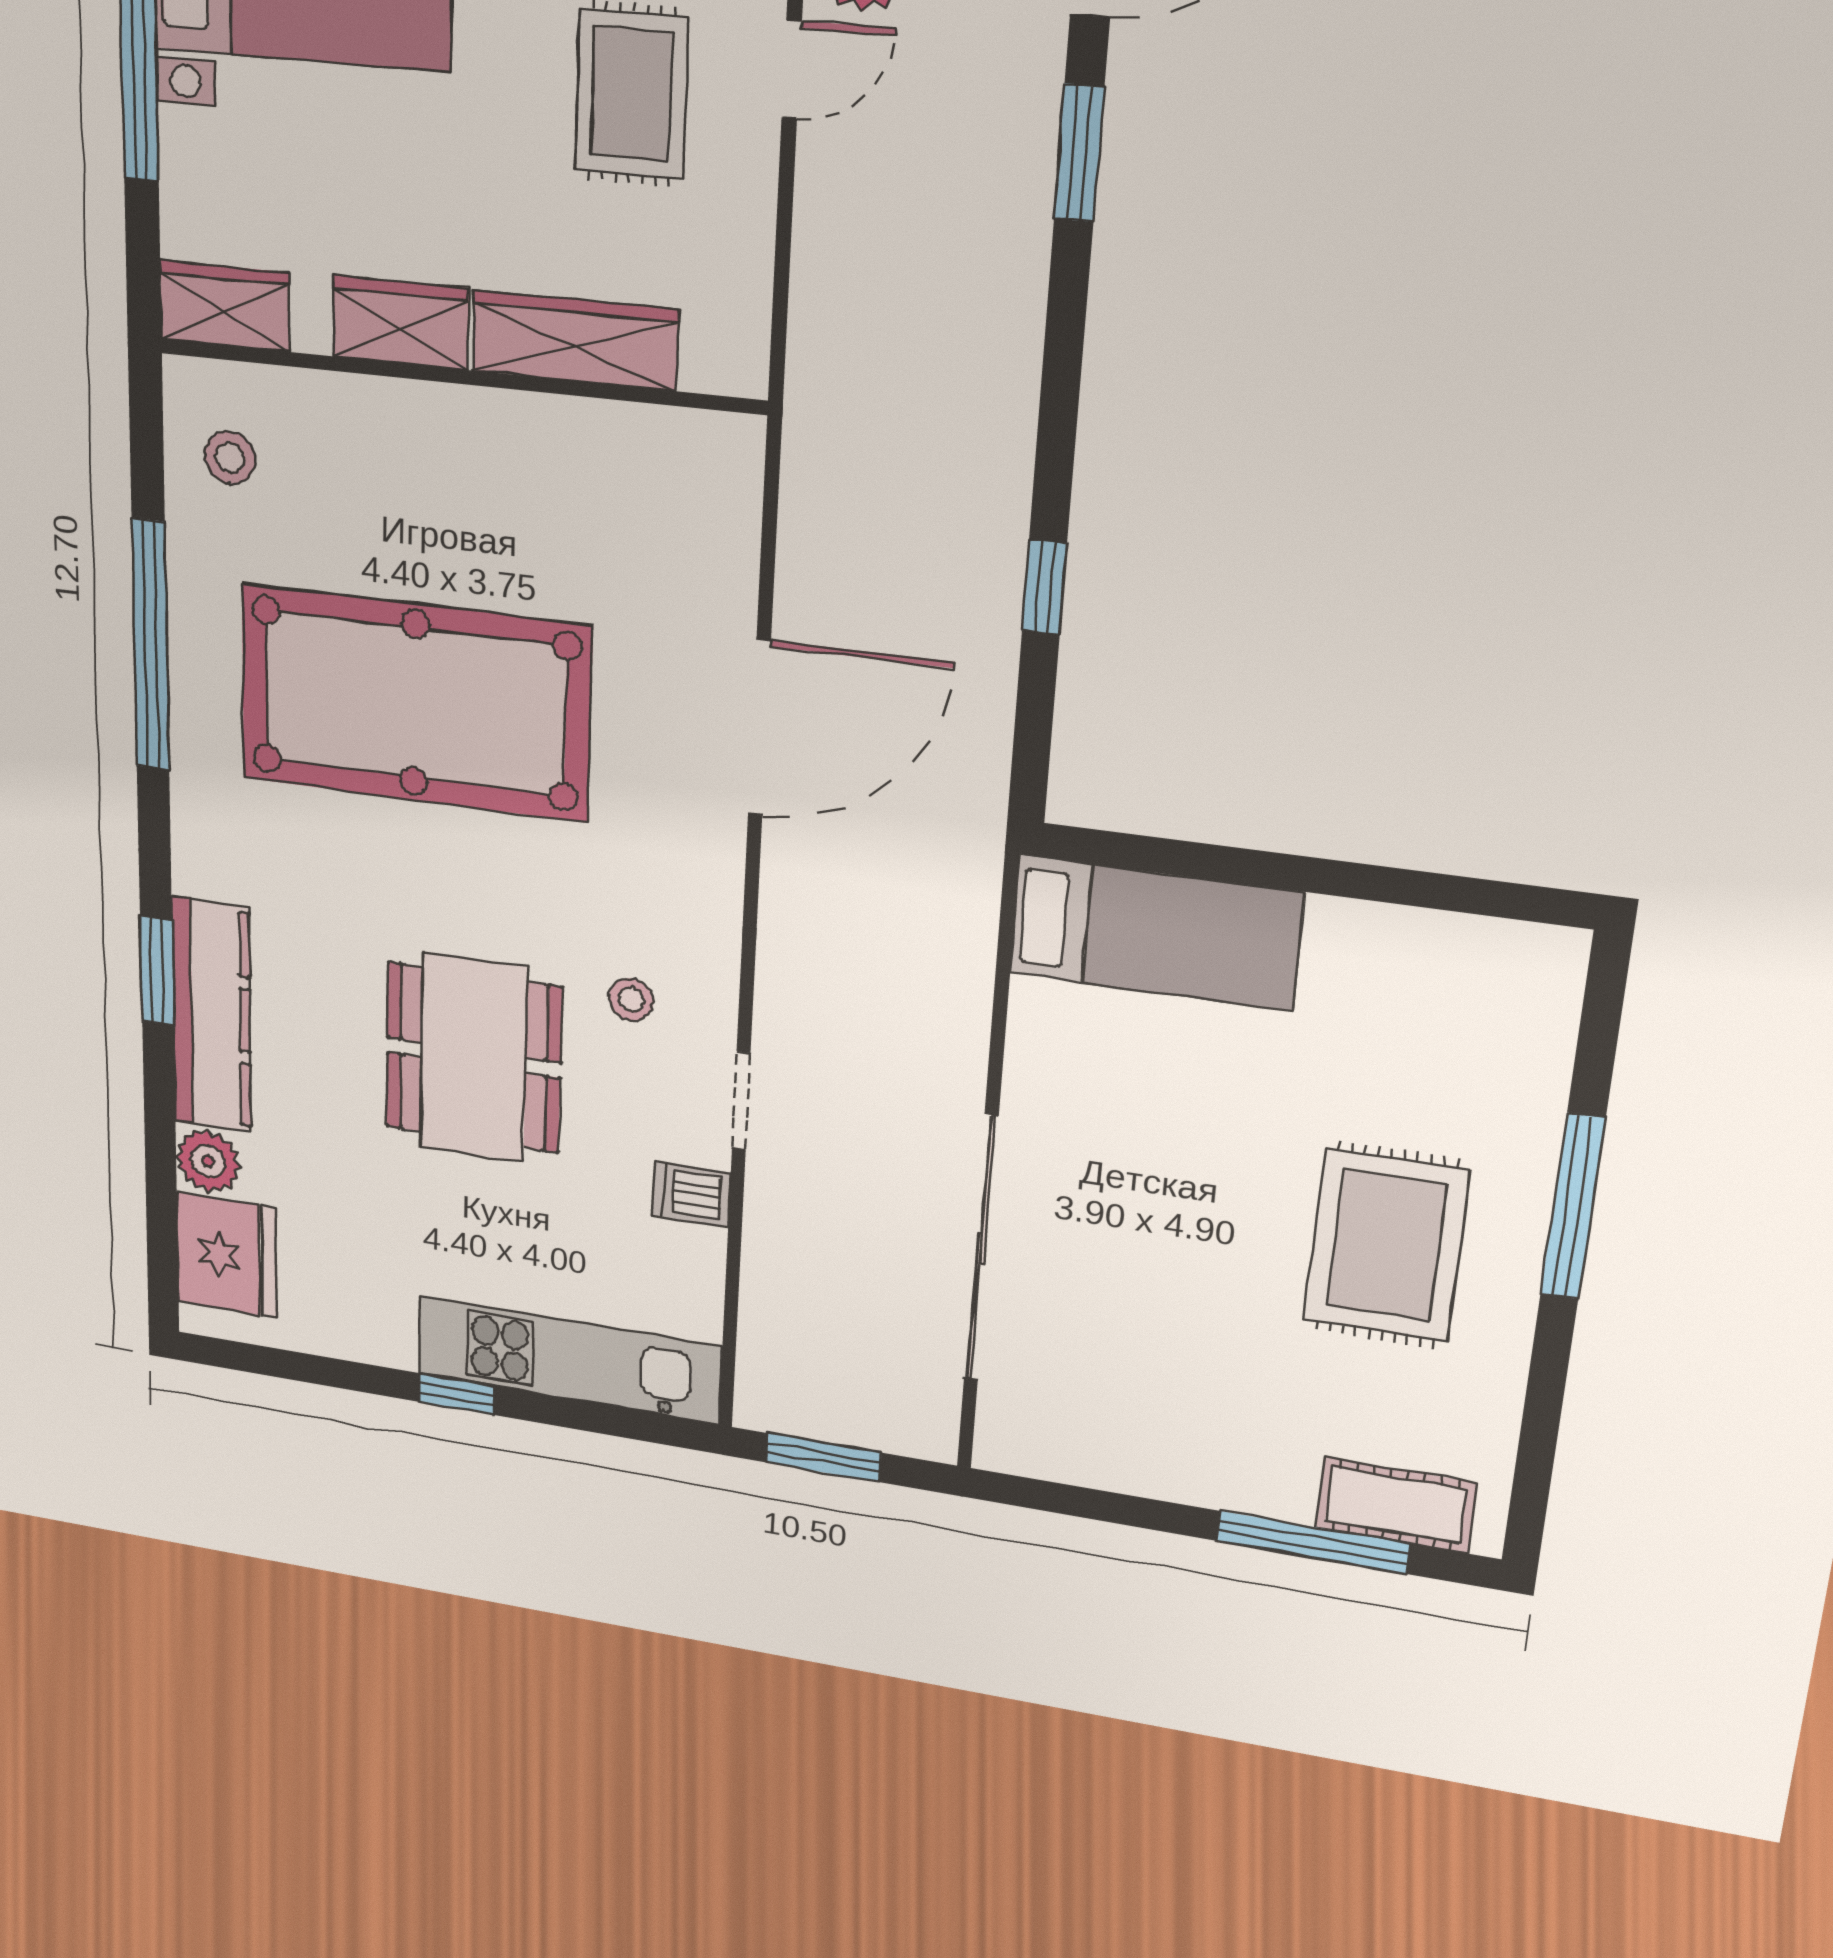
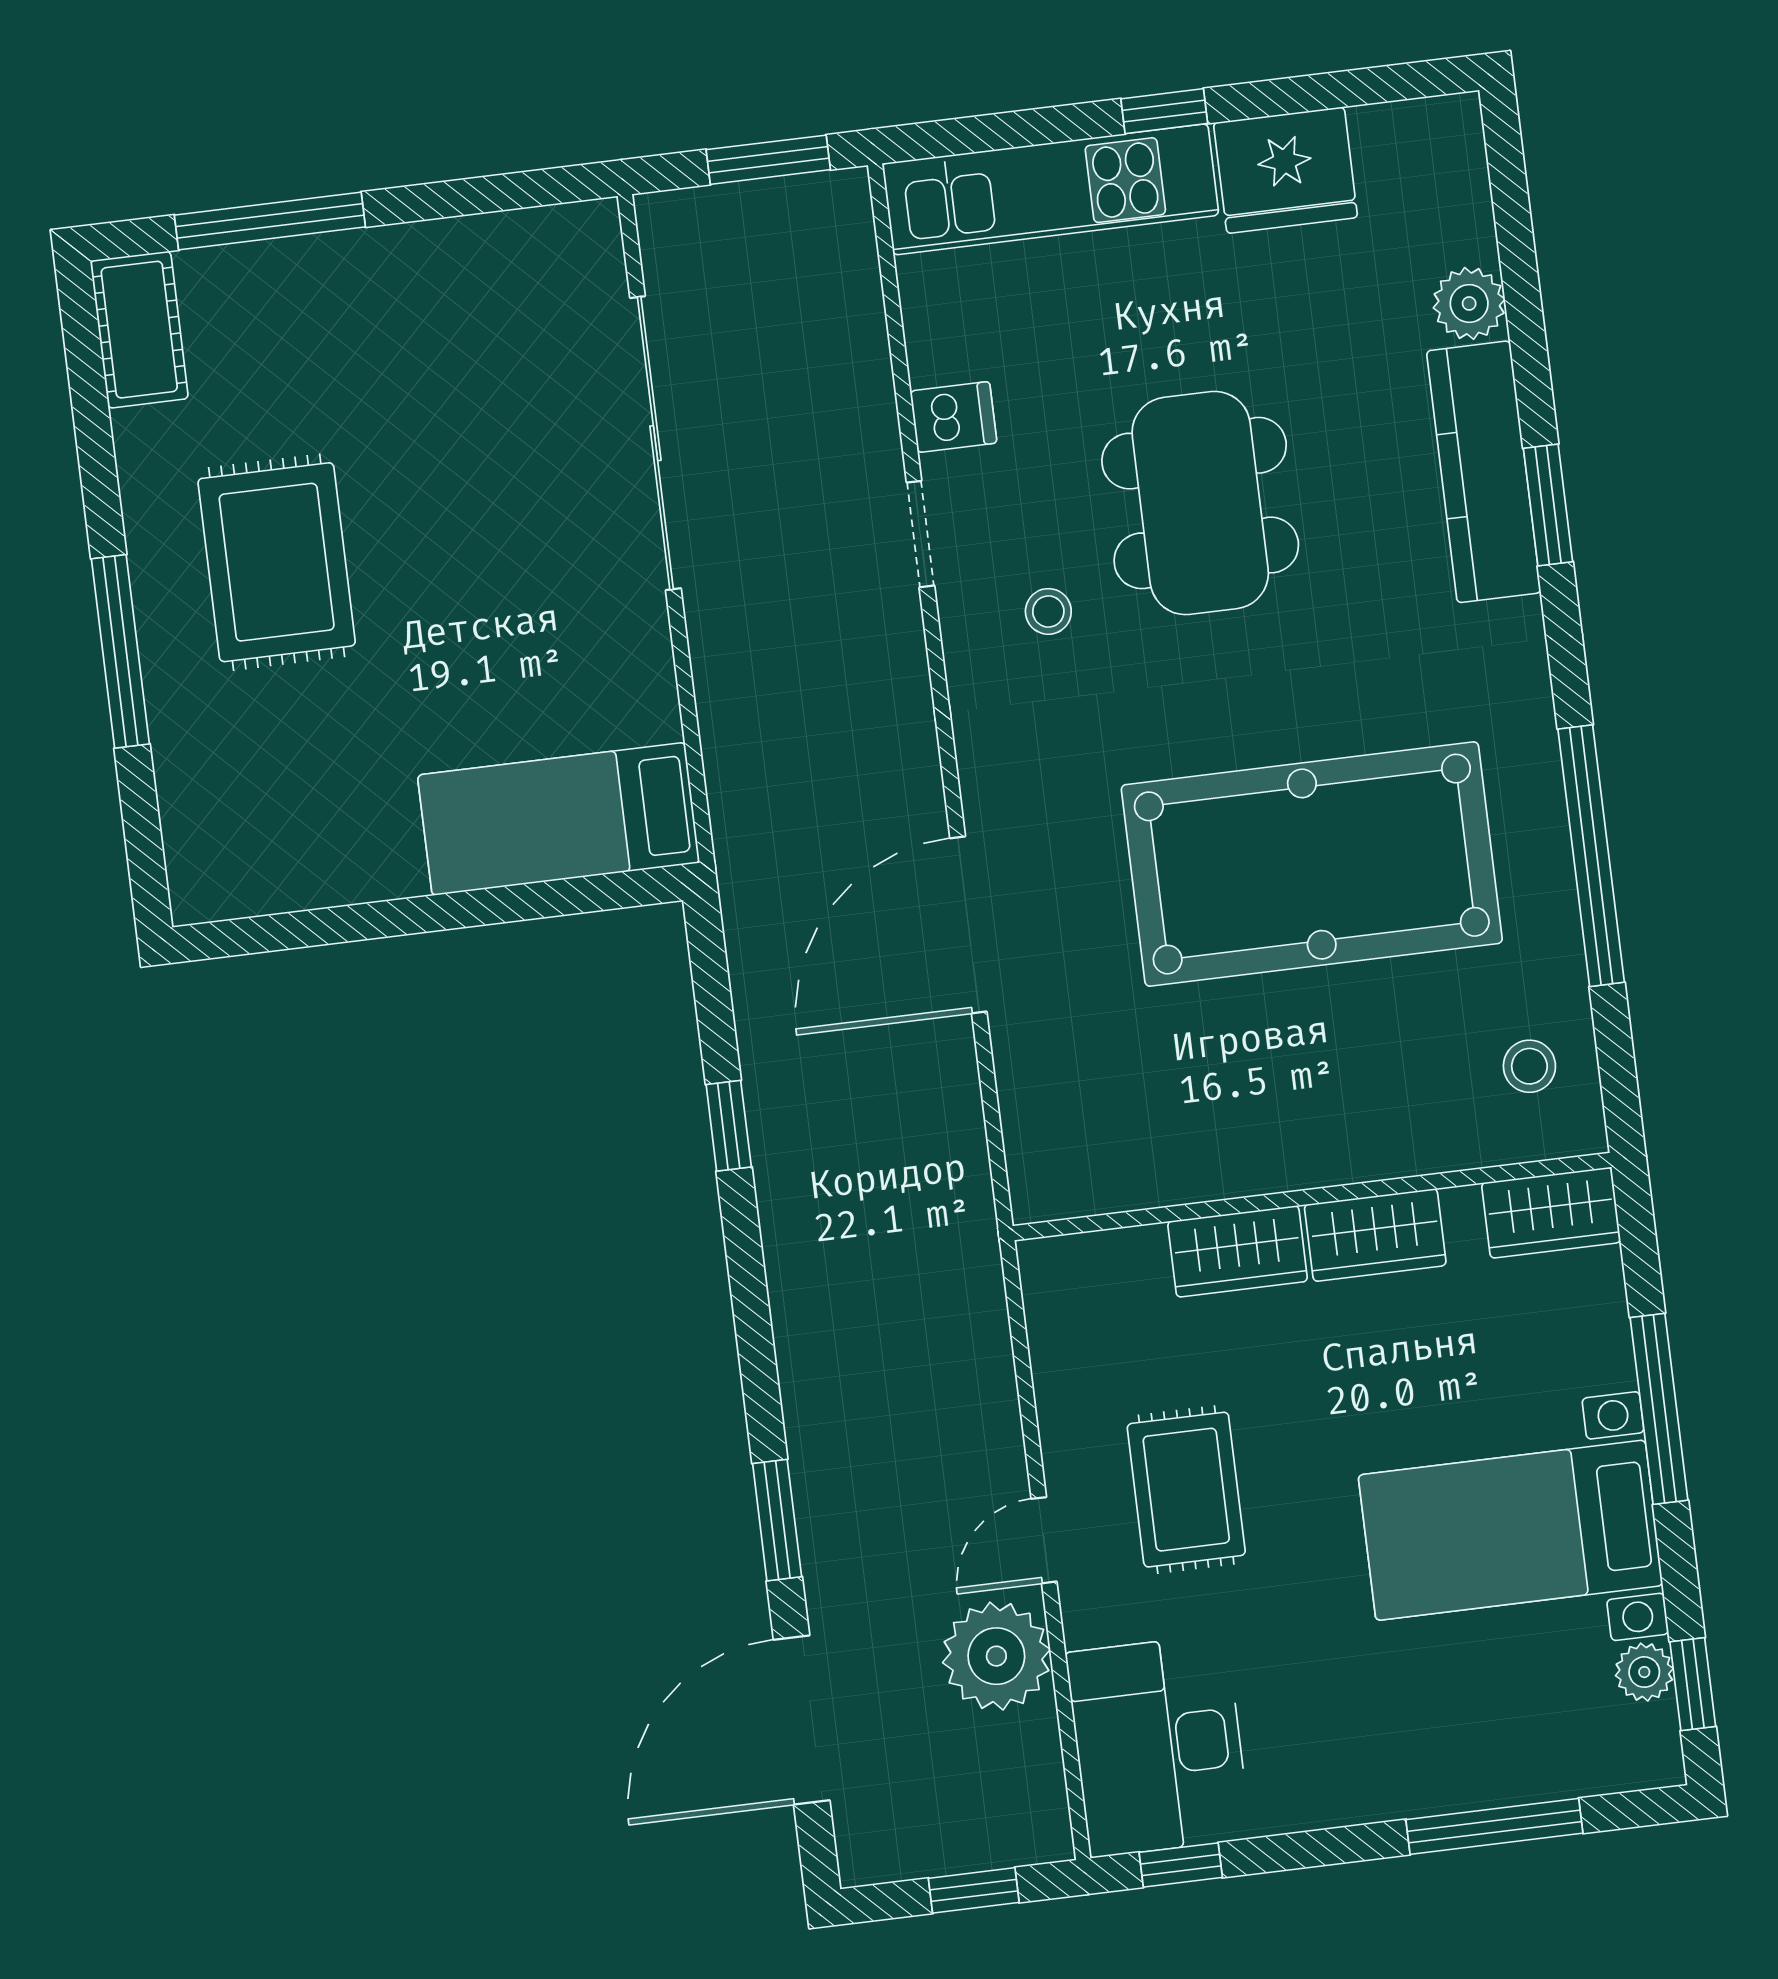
wardrobe: (575, 340) -> (1238, 1251), width x0.67
fridge: (226, 1255) -> (1285, 170), moved, turned -90
cot: (1396, 1505) -> (139, 330), moved, turned 90

